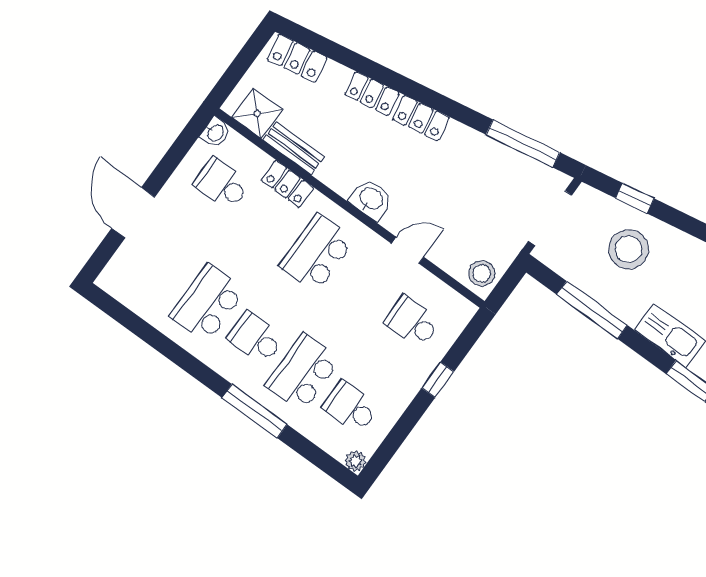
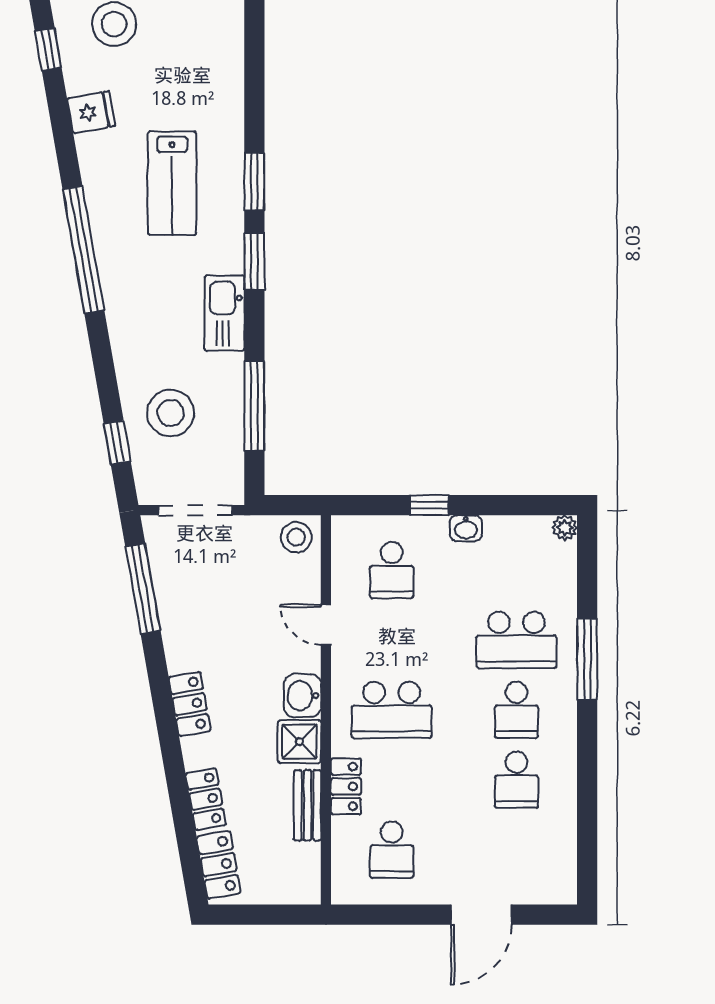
locker: (372, 94) -> (206, 799), moved
shower: (257, 113) -> (299, 742), moved
washbasin: (215, 133) -> (466, 528), moved, turned 180
school desk: (208, 303) -> (516, 780), width x0.54
school desk: (350, 407) -> (516, 570), removed

